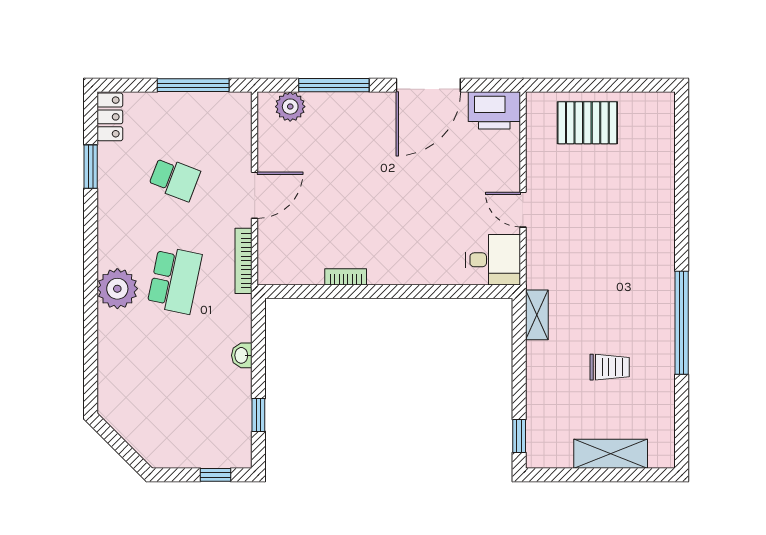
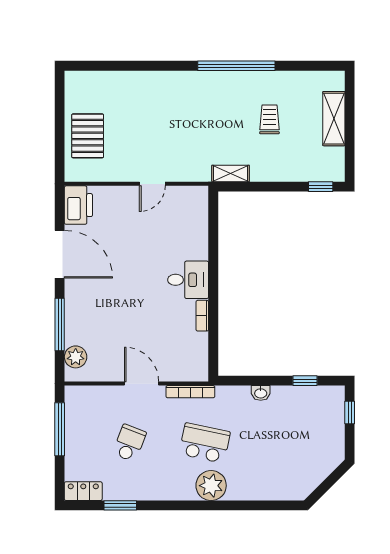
desk: (493, 260) -> (188, 280), moved, turned 90

